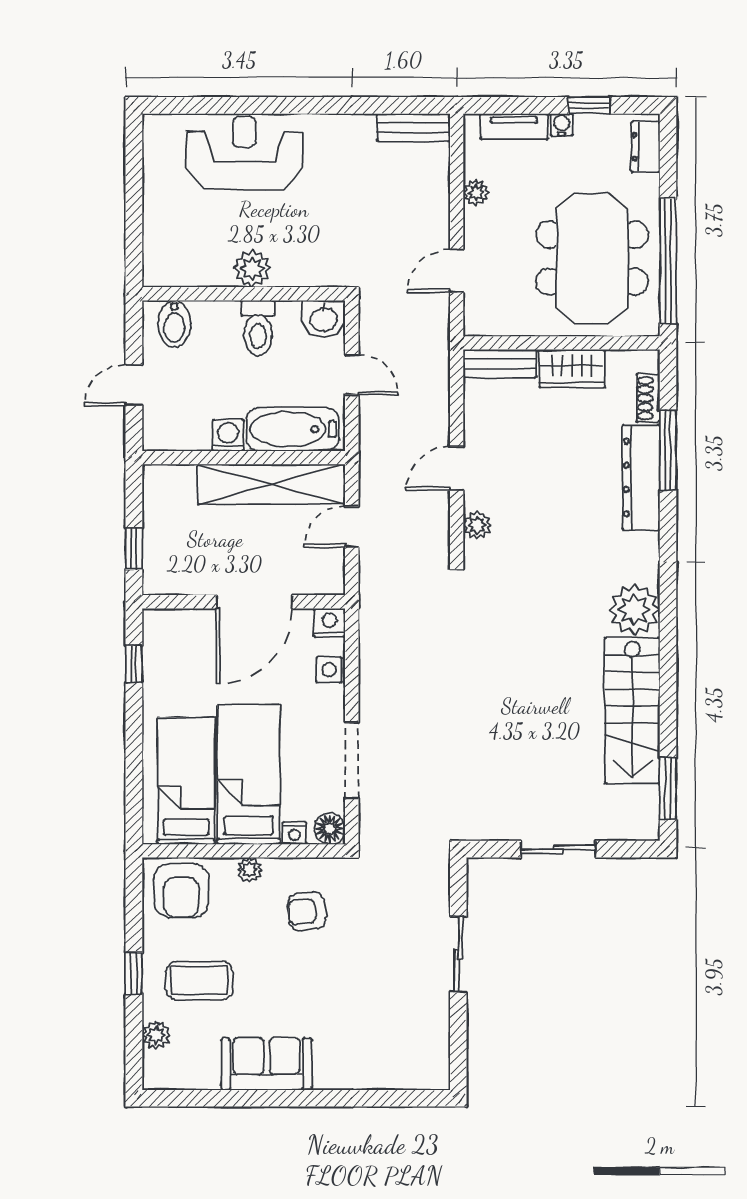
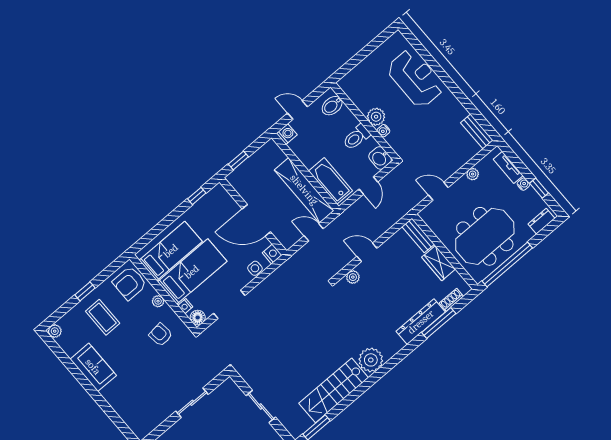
water cooler: (285, 276) -> (383, 131), added
washing machine: (228, 435) -> (287, 134), moved
plant: (156, 1035) -> (55, 331), moved

